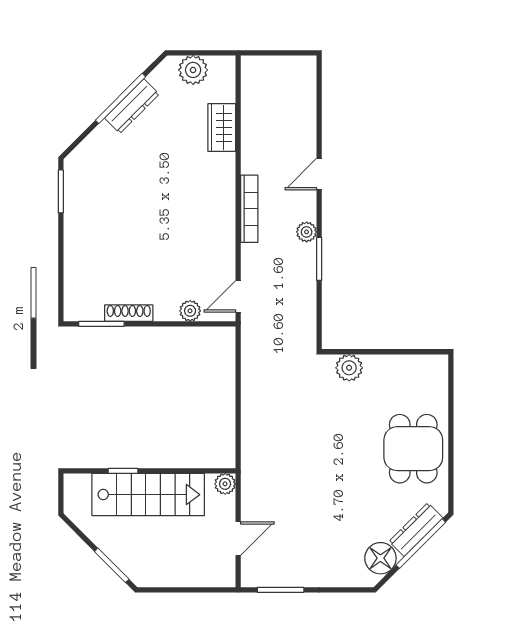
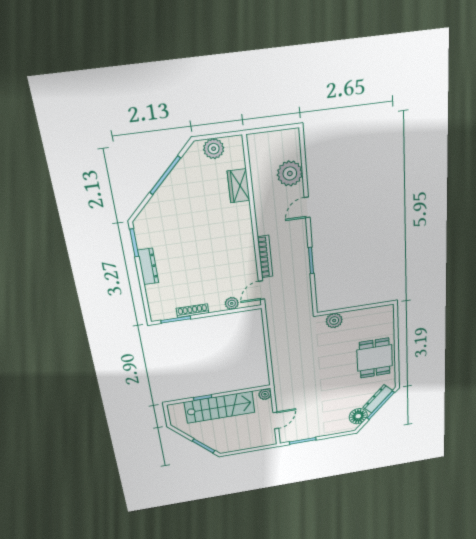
dresser: (132, 106) -> (148, 266), moved, turned -45
bookcase: (249, 209) -> (265, 257), moved
plant: (307, 232) -> (290, 173), moved, width x1.87, depth x1.87

